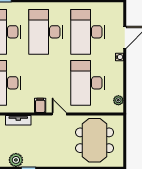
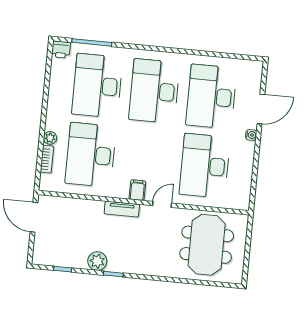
plant: (118, 100) -> (244, 194), removed
door: (59, 114) -> (162, 204), hinge flipped
tv unit: (18, 120) -> (122, 209), moved

